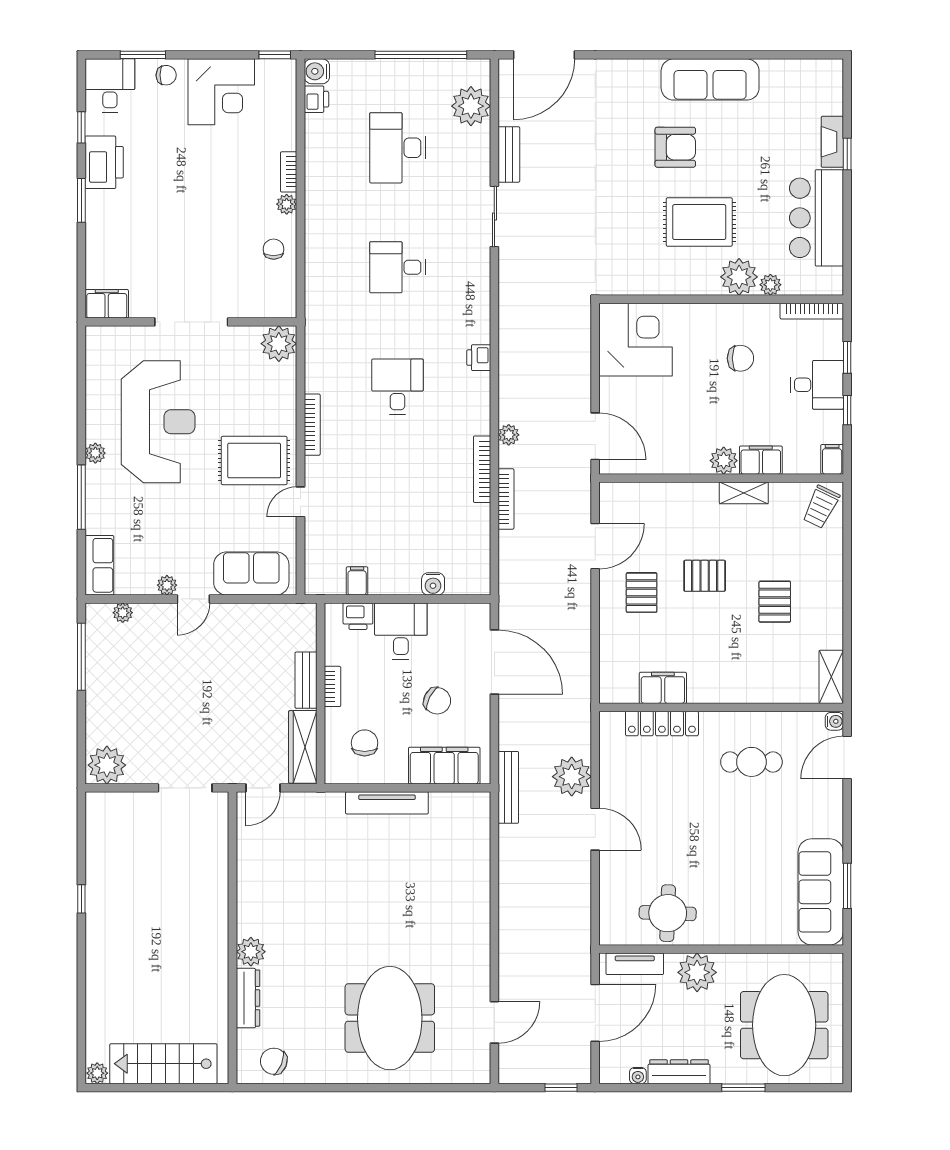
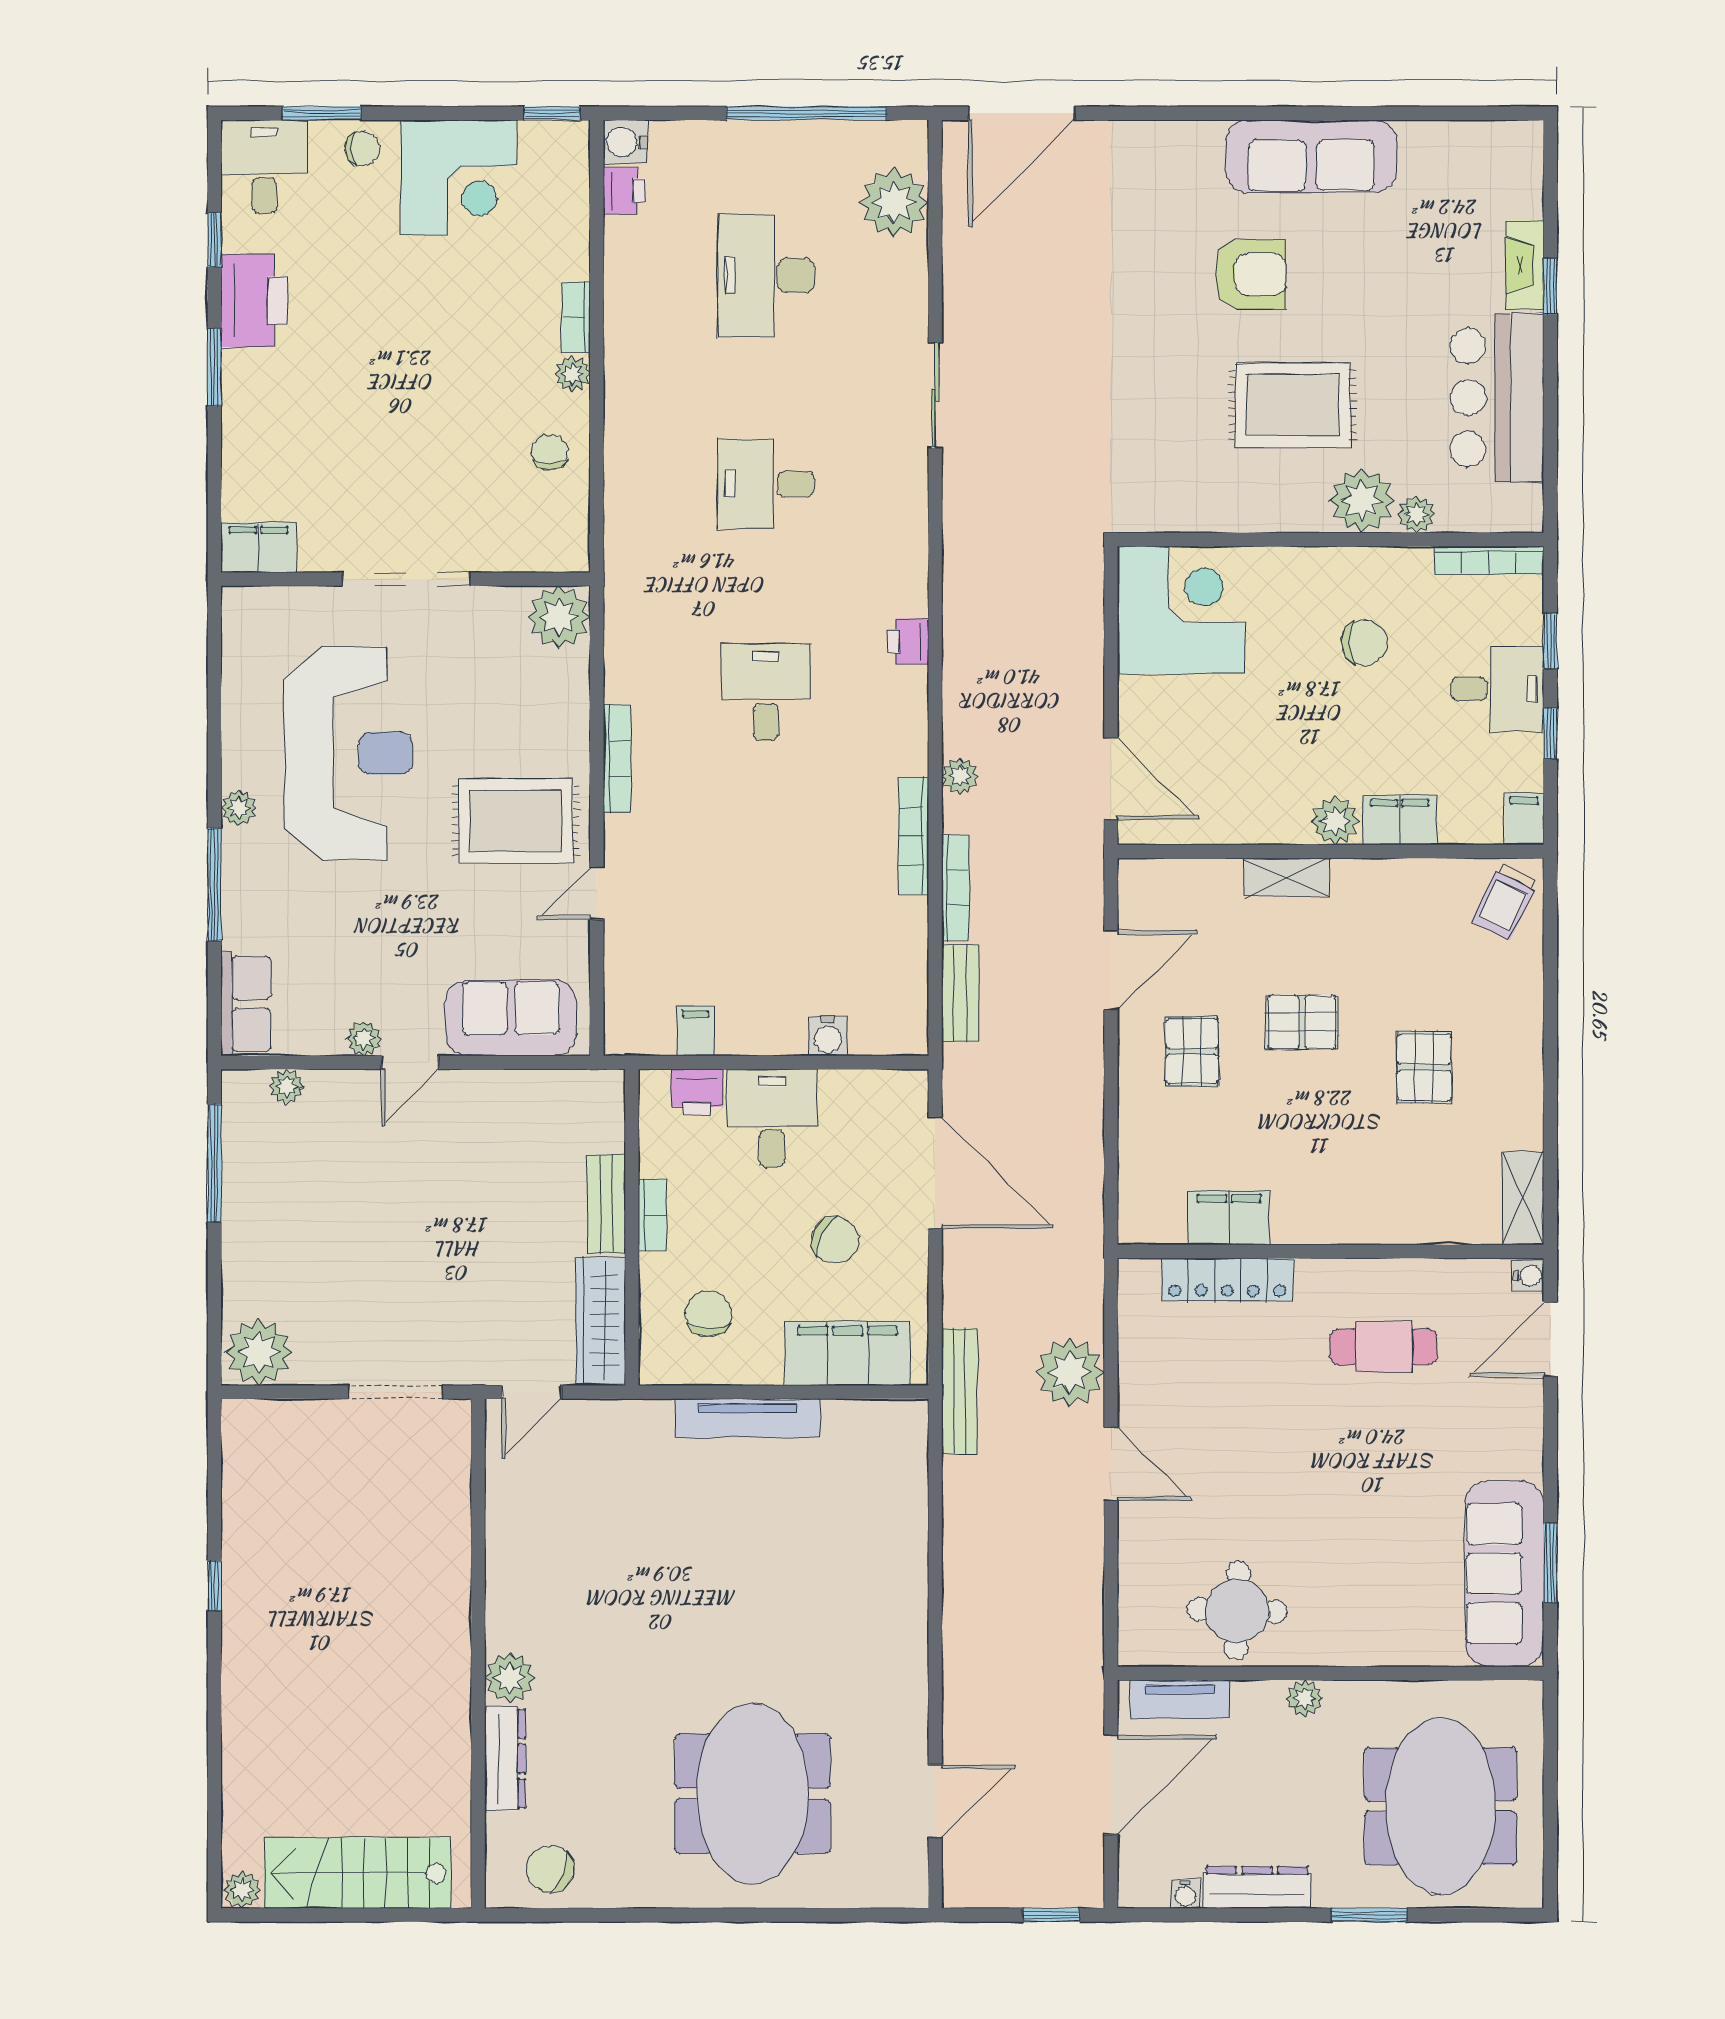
bench: (509, 154) -> (960, 993), moved
shelving: (744, 493) -> (1287, 877), moved
plant: (697, 972) -> (1304, 1698), width x0.53, depth x0.53

